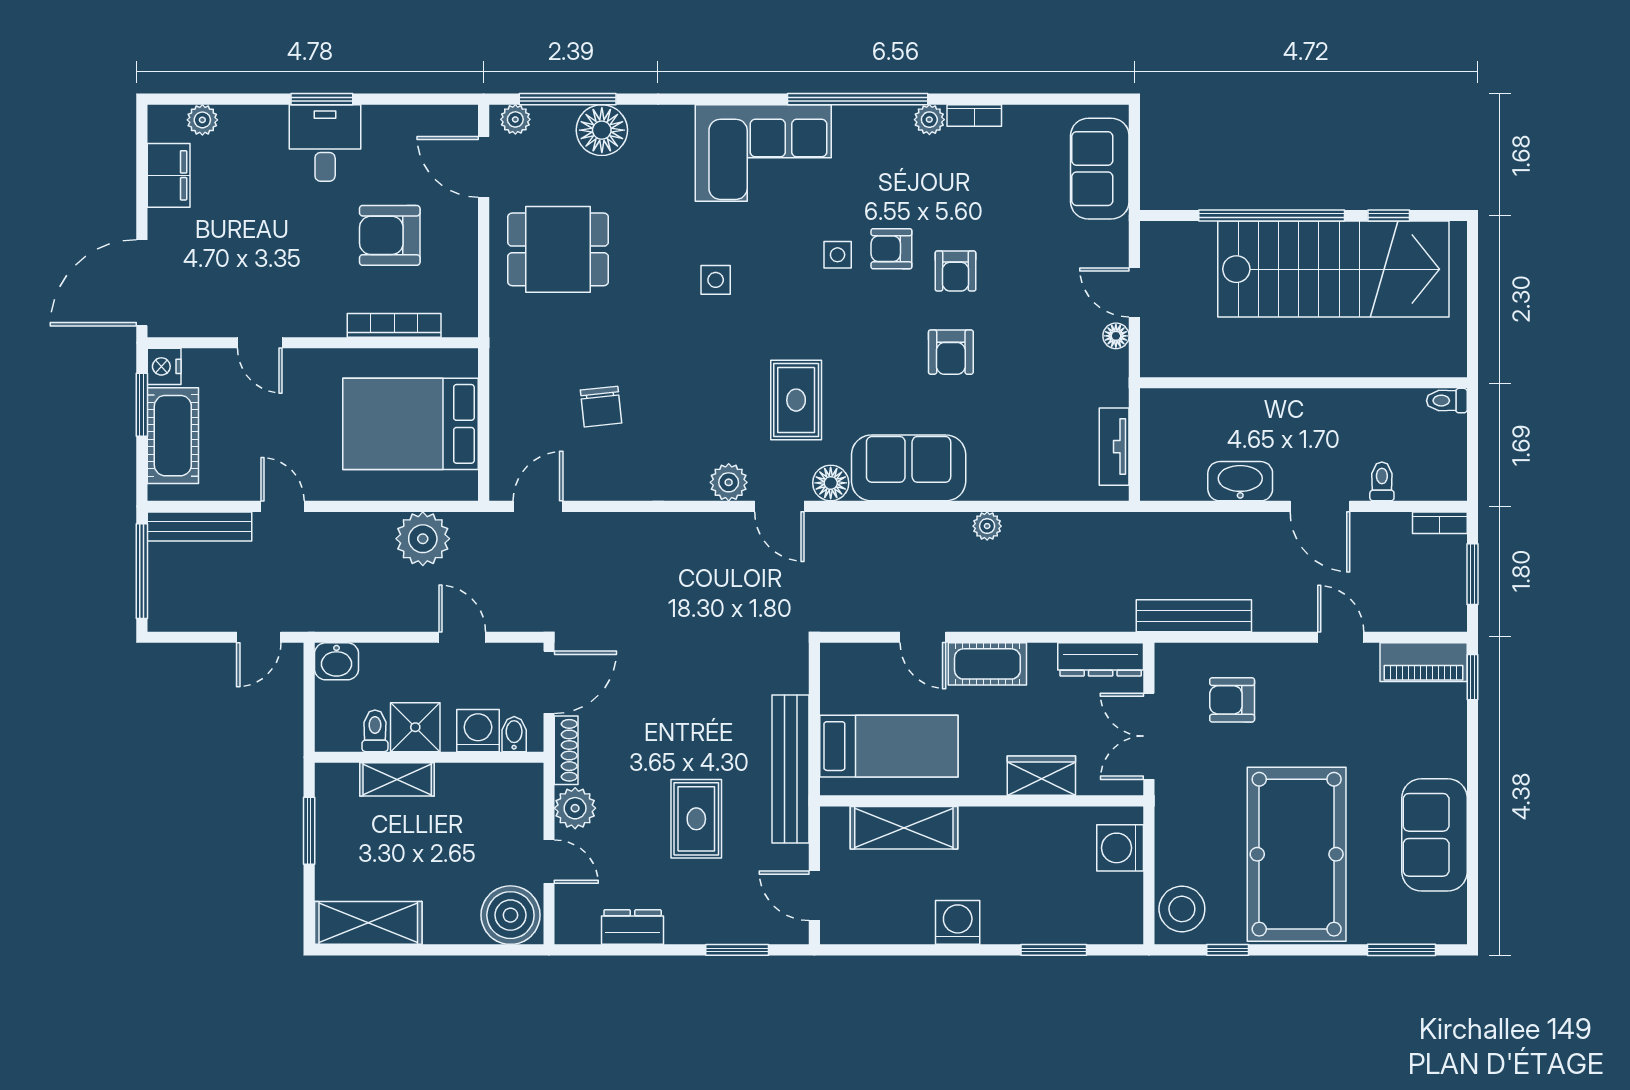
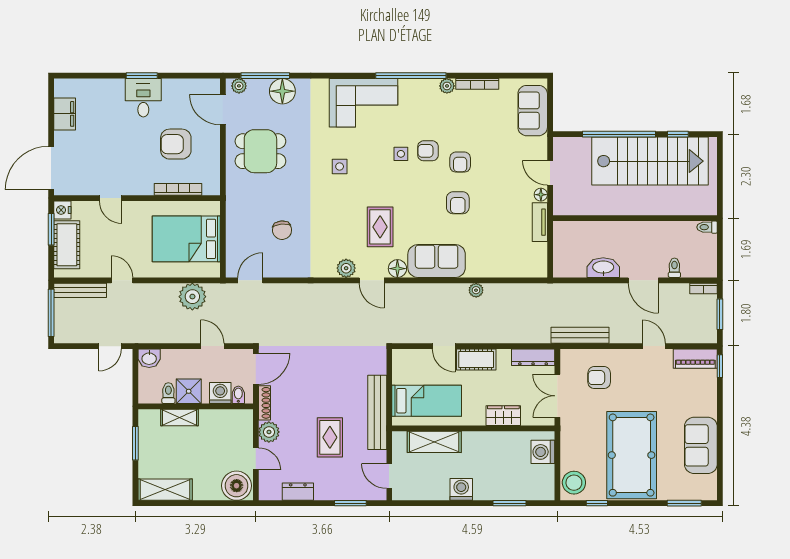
bookcase: (974, 115) -> (477, 84), width x1.56
plant: (202, 120) -> (82, 86), removed
tv unit: (1114, 447) -> (540, 222), moved

